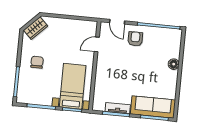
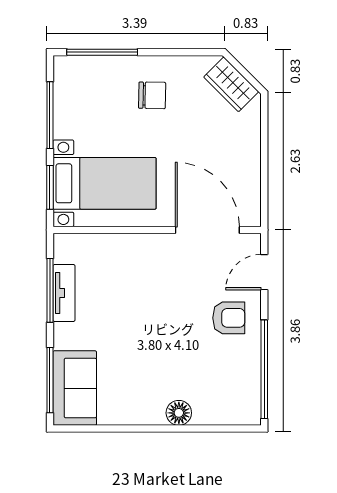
door: (97, 44) -> (207, 230), width x1.87
sofa: (153, 107) -> (75, 388), width x0.73

